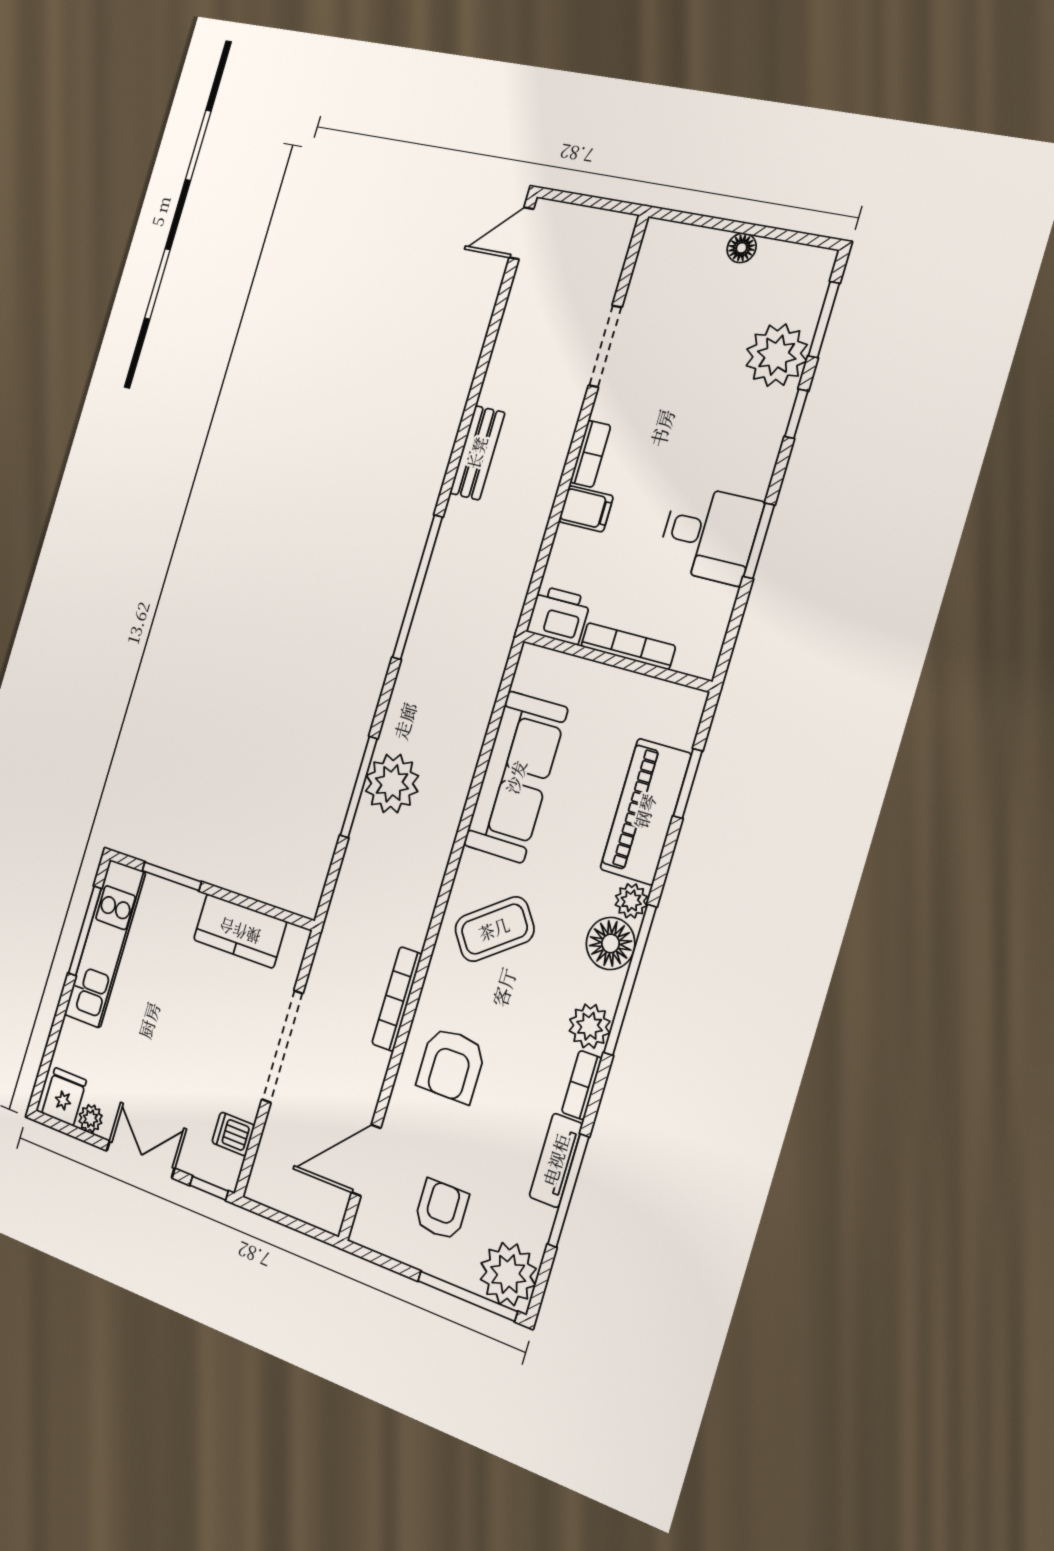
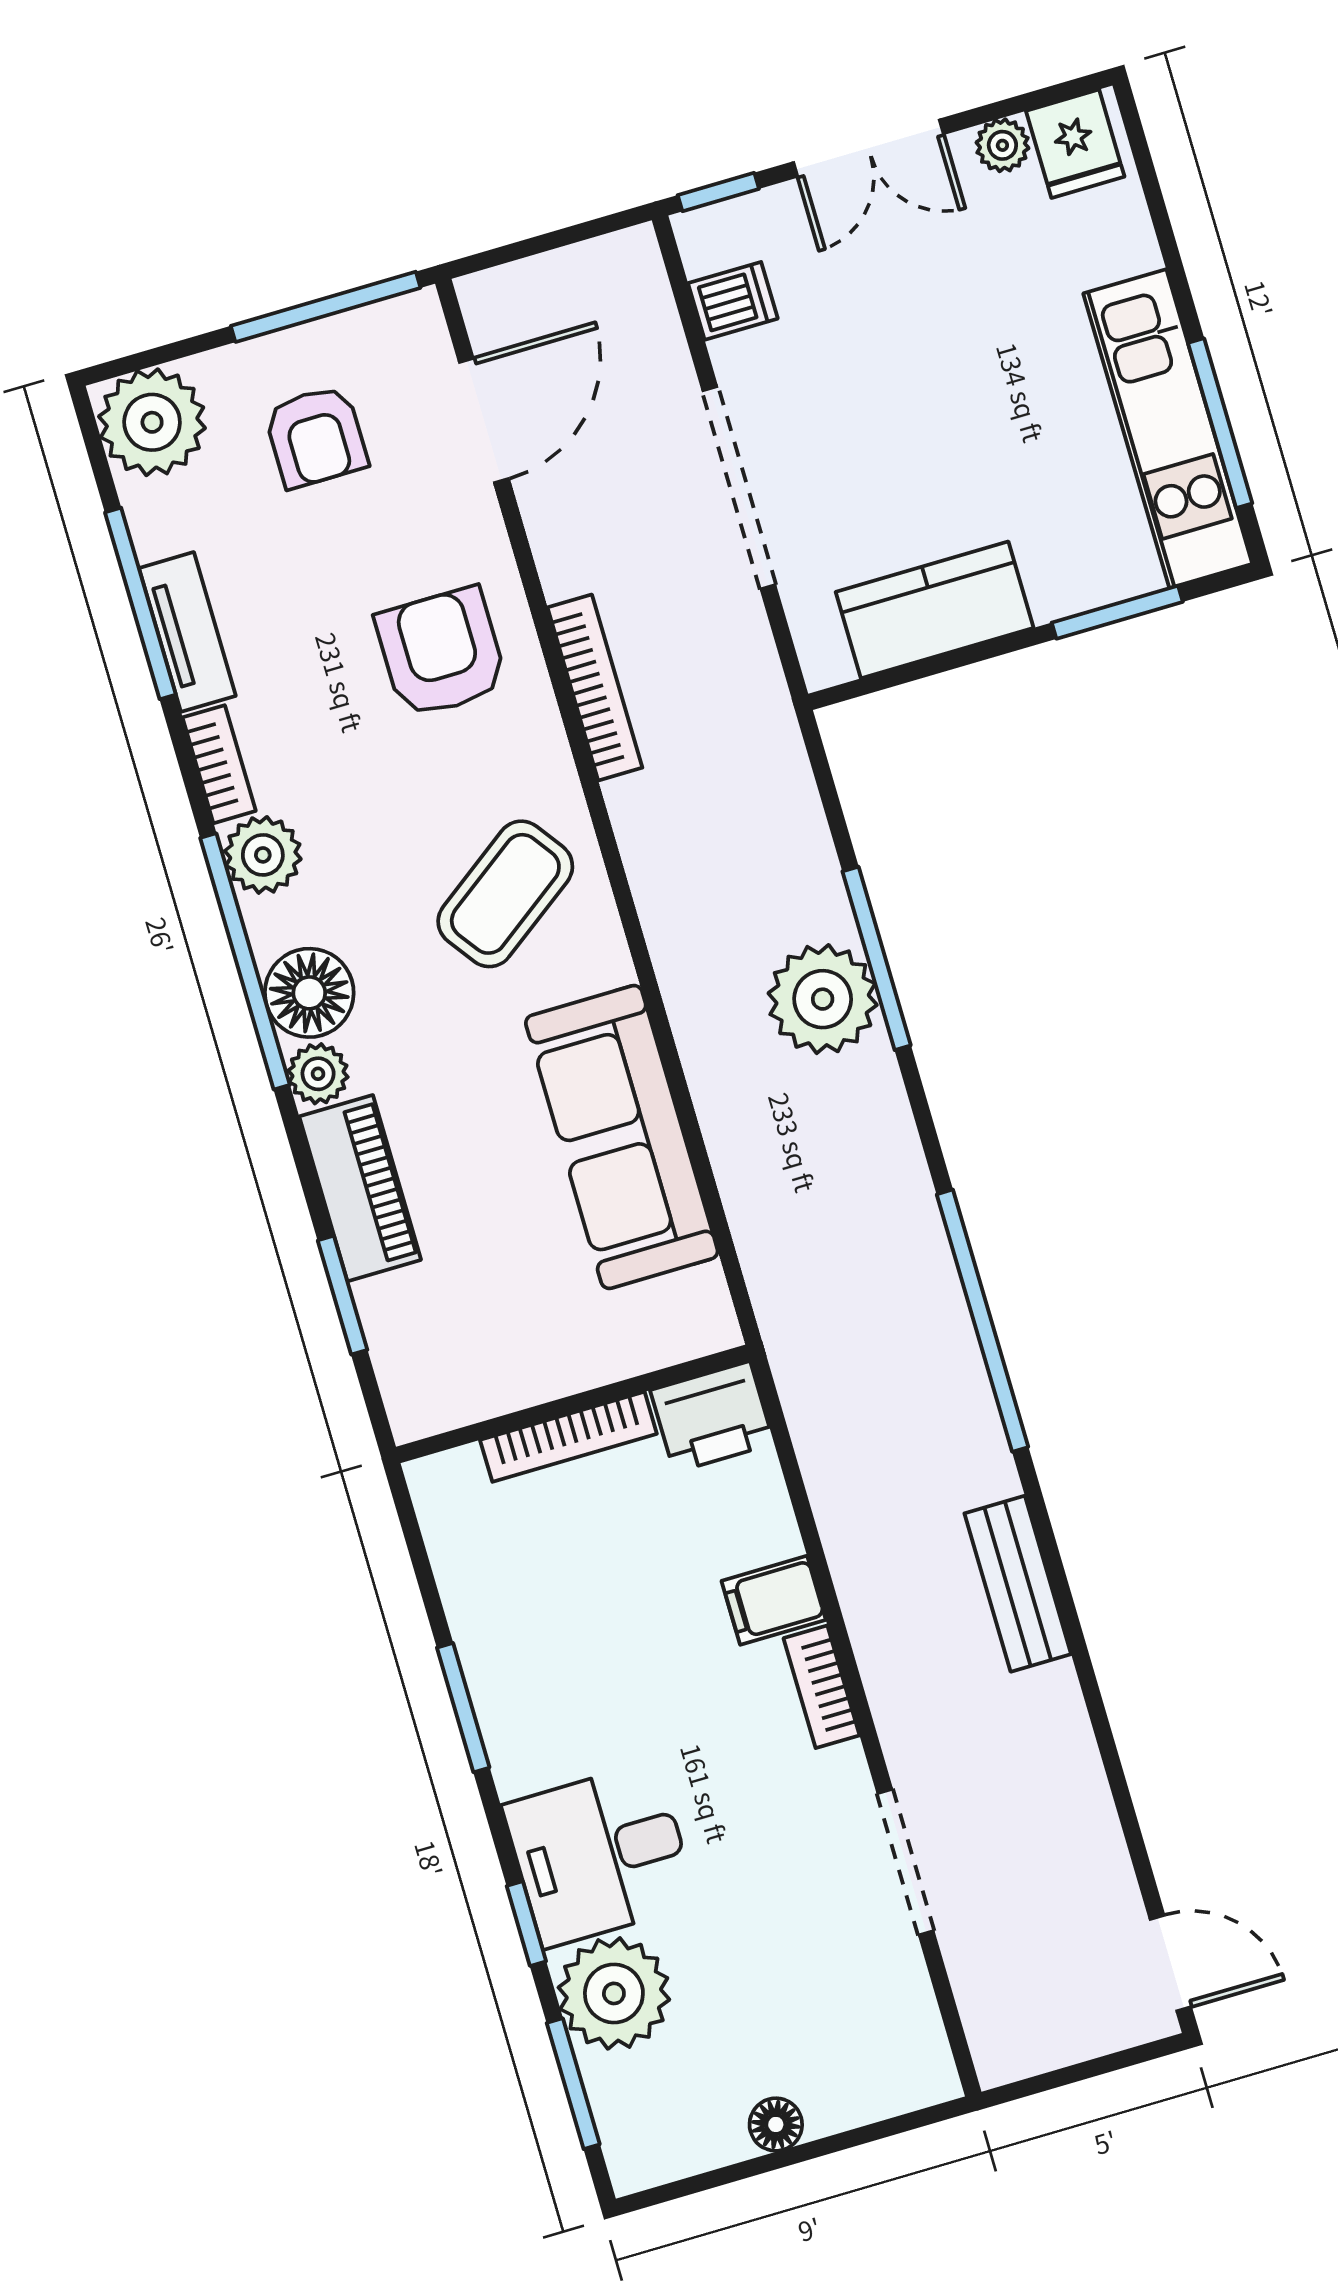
door: (521, 233) -> (1170, 1963), hinge flipped
desk: (710, 534) -> (600, 1855), moved
piano: (645, 811) -> (360, 1188), width x0.73, depth x0.75
window: (467, 1296) -> (326, 307), moved

